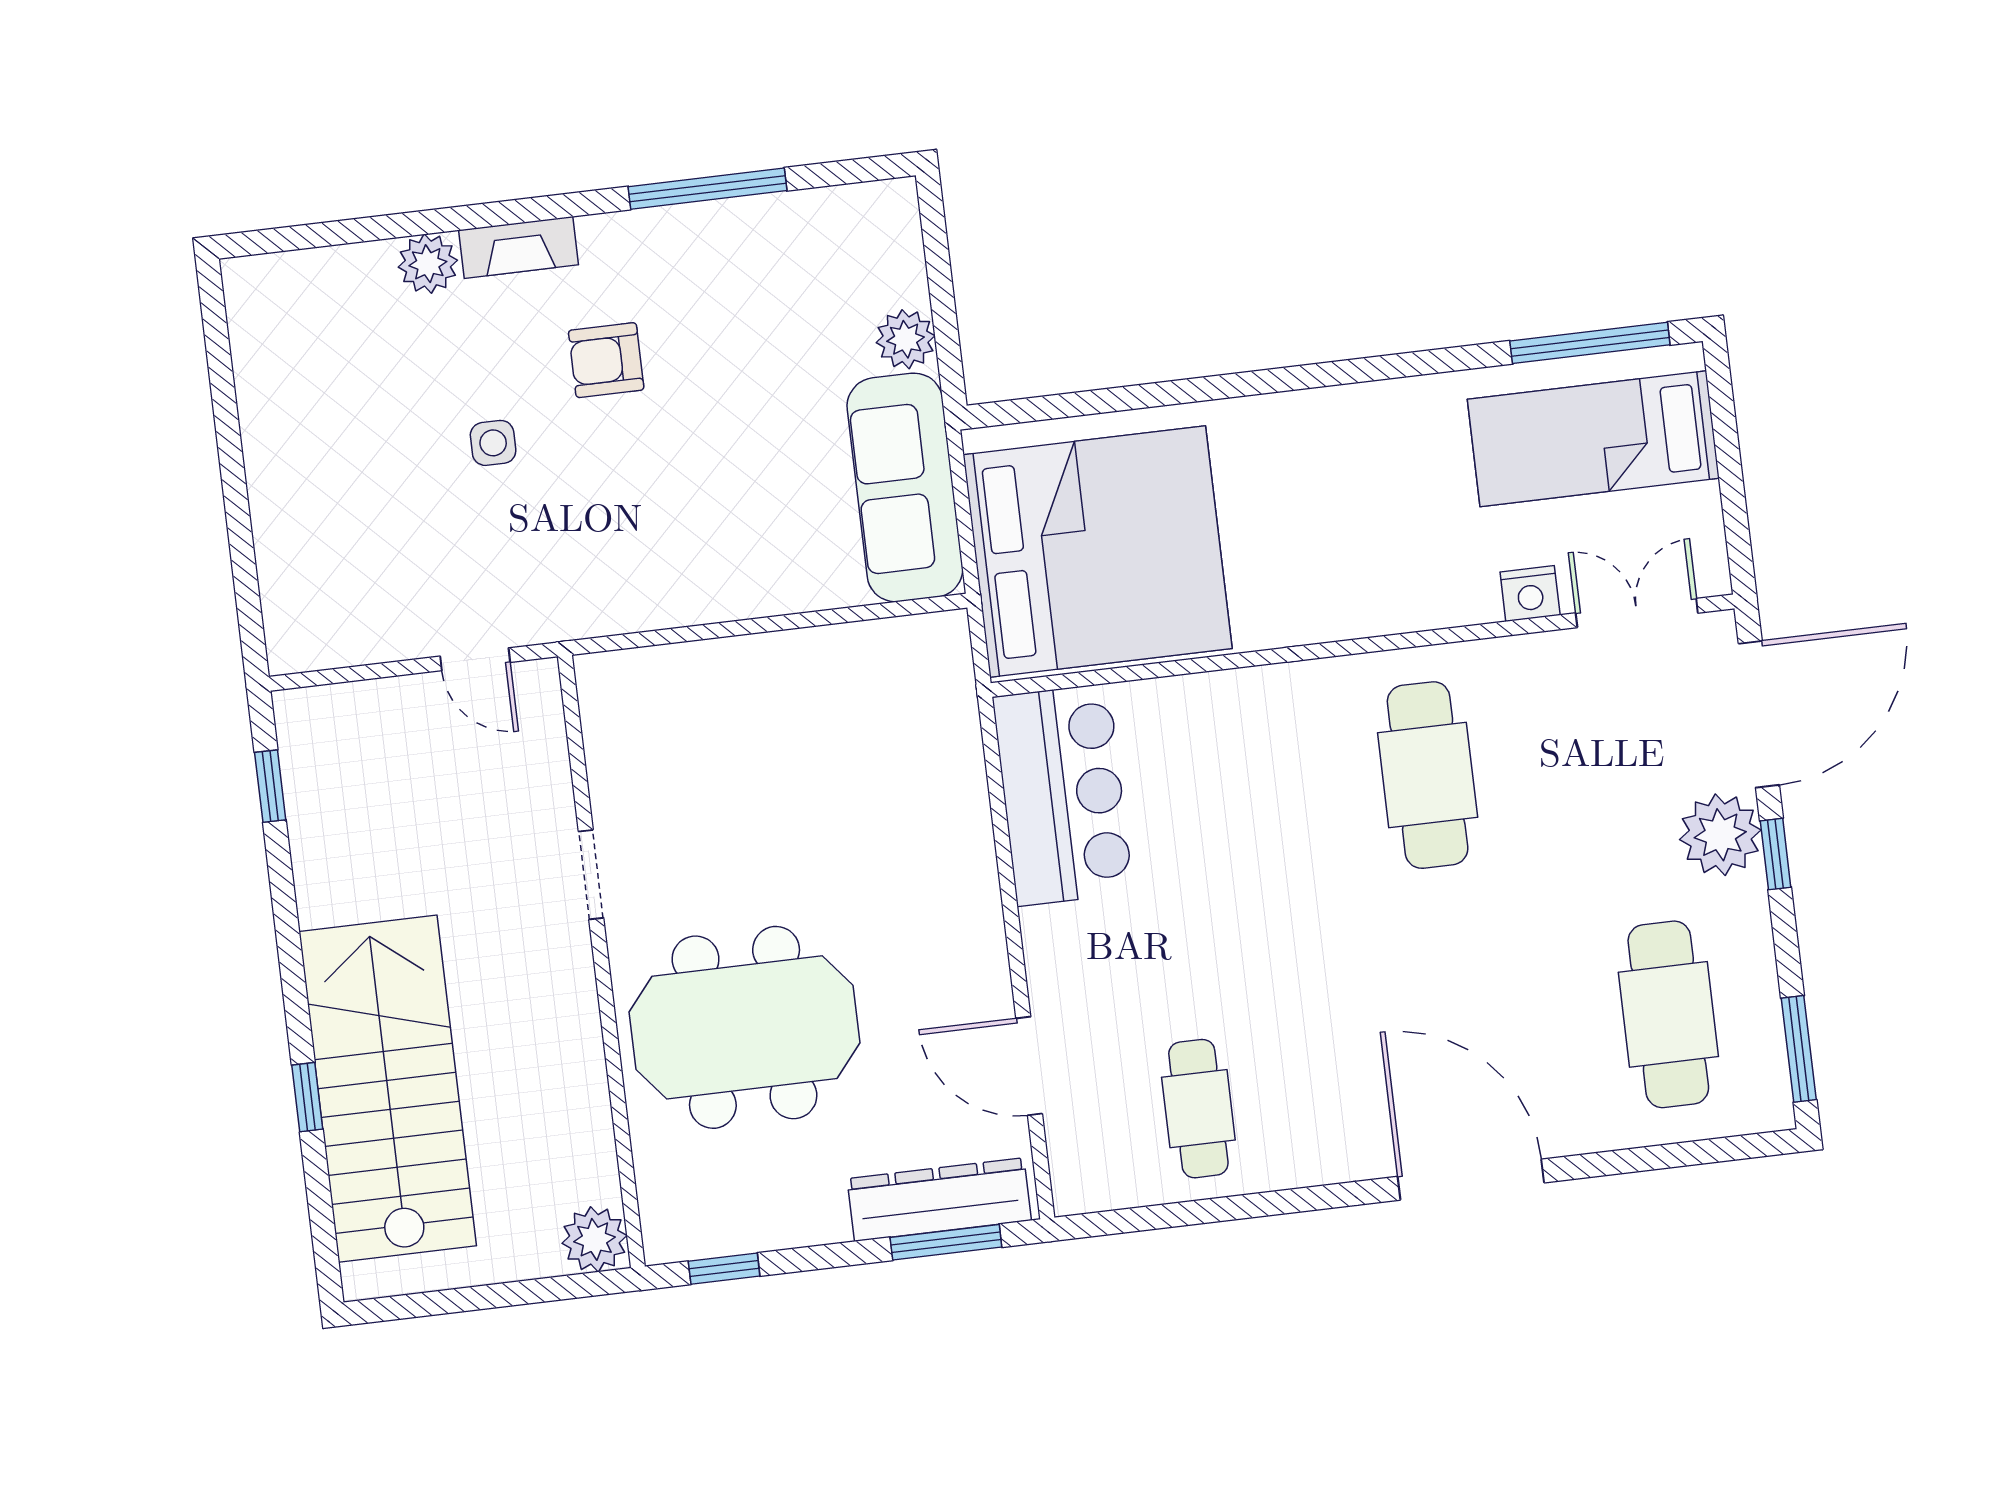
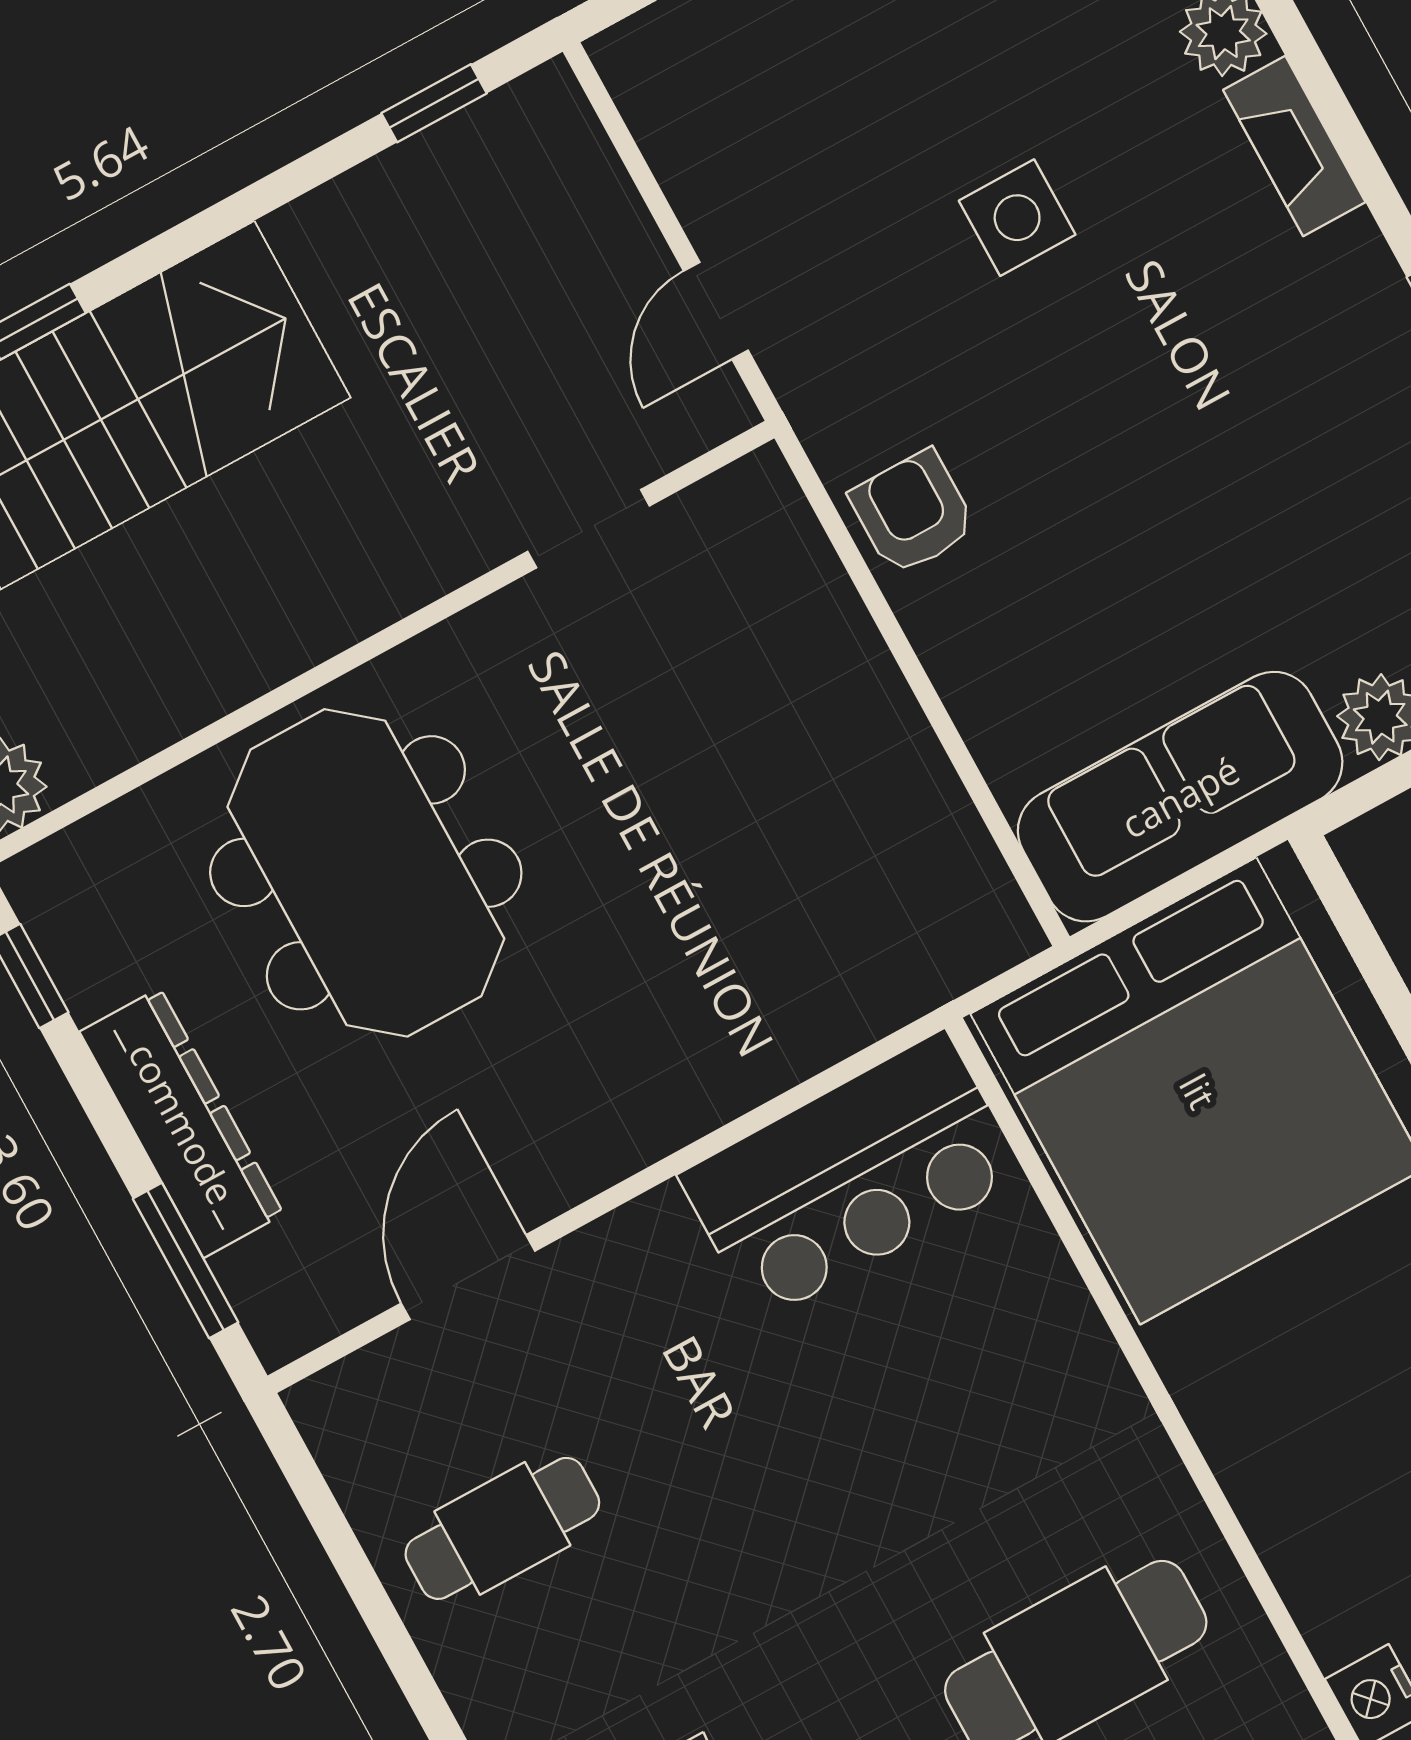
armchair: (606, 360) -> (913, 513), moved
side table: (493, 443) -> (1017, 218), width x1.37, depth x1.37
doorway: (591, 875) -> (589, 529), moved
dresser: (939, 1199) -> (182, 1123), moved

